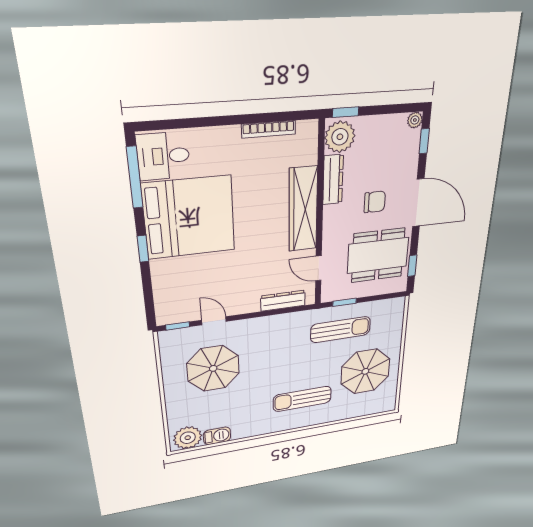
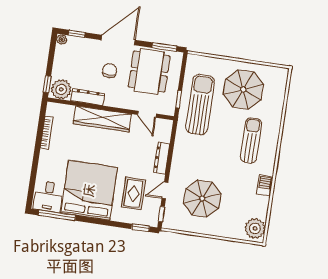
window: (143, 249) -> (140, 228), moved
window: (412, 266) -> (164, 47), width x1.50
door: (318, 268) -> (147, 114), hinge flipped
rug: (200, 281) -> (133, 193), added
dresser: (283, 301) -> (162, 158), moved
sun lounger: (341, 330) -> (200, 104), width x1.36, depth x1.34
sun lounger: (302, 399) -> (251, 140), turned 180
barbecue: (217, 436) -> (265, 185), moved

